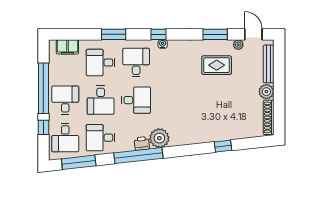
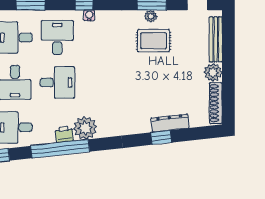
plant: (238, 45) -> (151, 16), moved
dresser: (230, 134) -> (170, 123), added

